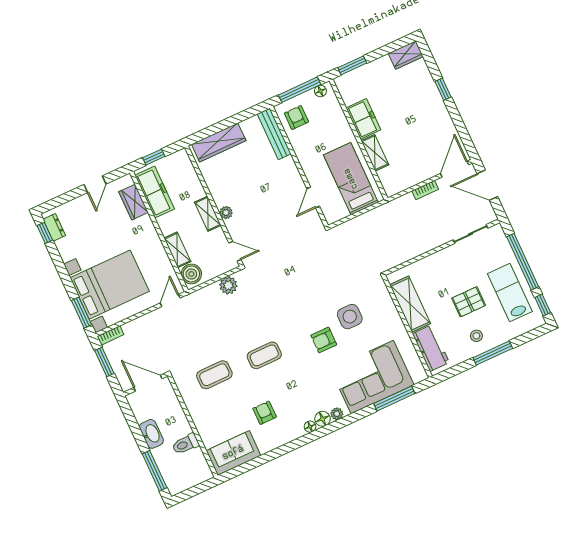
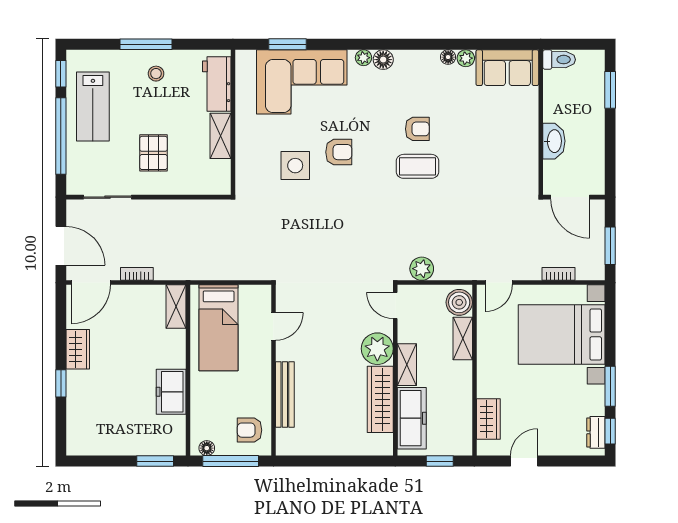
wardrobe: (406, 55) -> (78, 349), moved, turned 90
armchair: (296, 117) -> (250, 430), turned 90
bench: (274, 134) -> (285, 394), moved
wardrobe: (219, 142) -> (380, 399), moved, turned -90
shelving: (375, 153) -> (176, 307), moved
freezer: (155, 192) -> (412, 418), moved, turned 180
plant: (226, 213) -> (377, 349), width x1.88, depth x1.88
pallet: (469, 302) -> (153, 153), moved, turned 90
shelving: (410, 304) -> (220, 136), width x0.67, depth x0.75
window: (82, 313) -> (610, 386), moved
bookcase: (110, 335) -> (558, 274), moved
coffee table: (214, 375) -> (487, 171), removed
window: (394, 399) -> (287, 44), width x0.69
armchair: (265, 413) -> (417, 129), moved, turned -90
floor lamp: (310, 427) -> (448, 57), moved
washbasin: (151, 434) -> (554, 141), moved, turned 180
toilet: (185, 444) -> (559, 60), moved
plant: (265, 446) -> (466, 58), added
window: (155, 471) -> (610, 90), width x0.69

